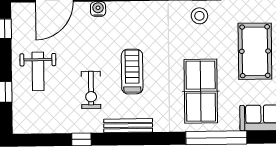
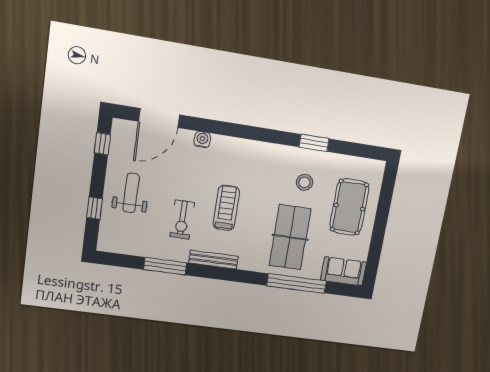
stool: (199, 16) -> (304, 182), moved
weight bench: (38, 71) -> (131, 193), turned 180
window: (81, 139) -> (165, 266), width x2.17

